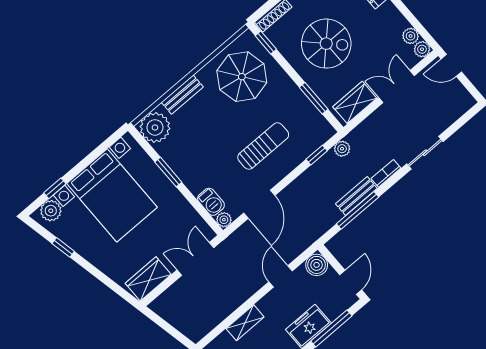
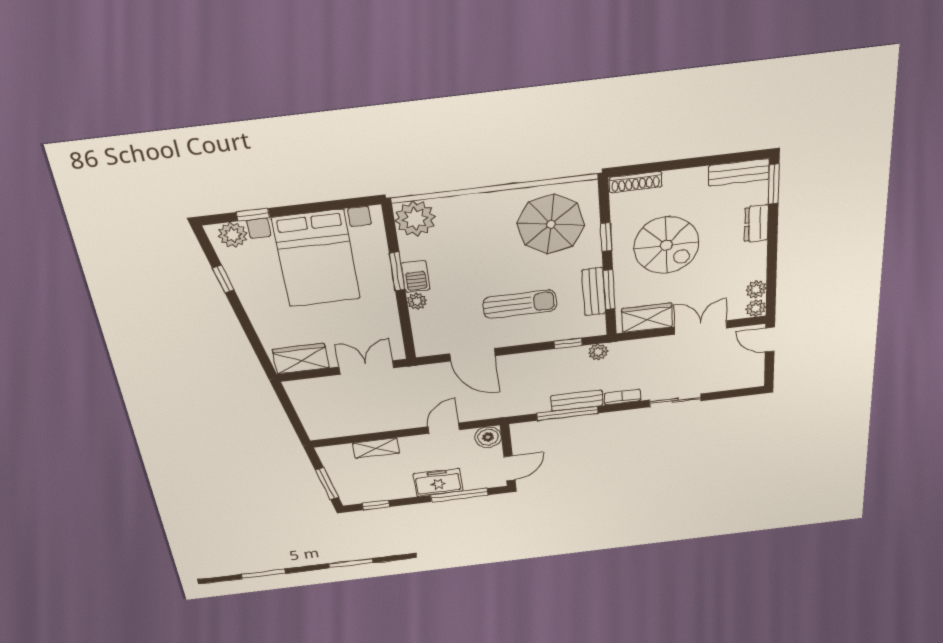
window: (266, 42) -> (606, 237), moved
bench: (182, 95) -> (594, 292), moved, turned 90
barbecue: (211, 202) -> (416, 276), moved
door: (259, 204) -> (473, 355), hinge flipped
plant: (224, 220) -> (417, 301), moved

